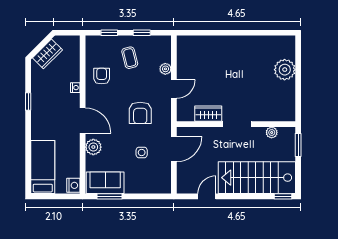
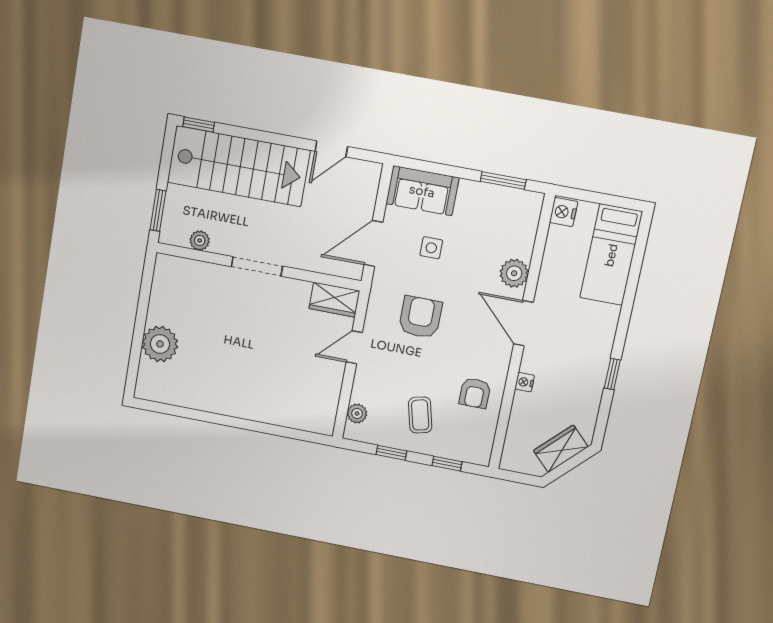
plant: (165, 69) -> (357, 414), moved
wardrobe: (208, 114) -> (334, 300), moved
sofa: (105, 183) -> (422, 191), moved

